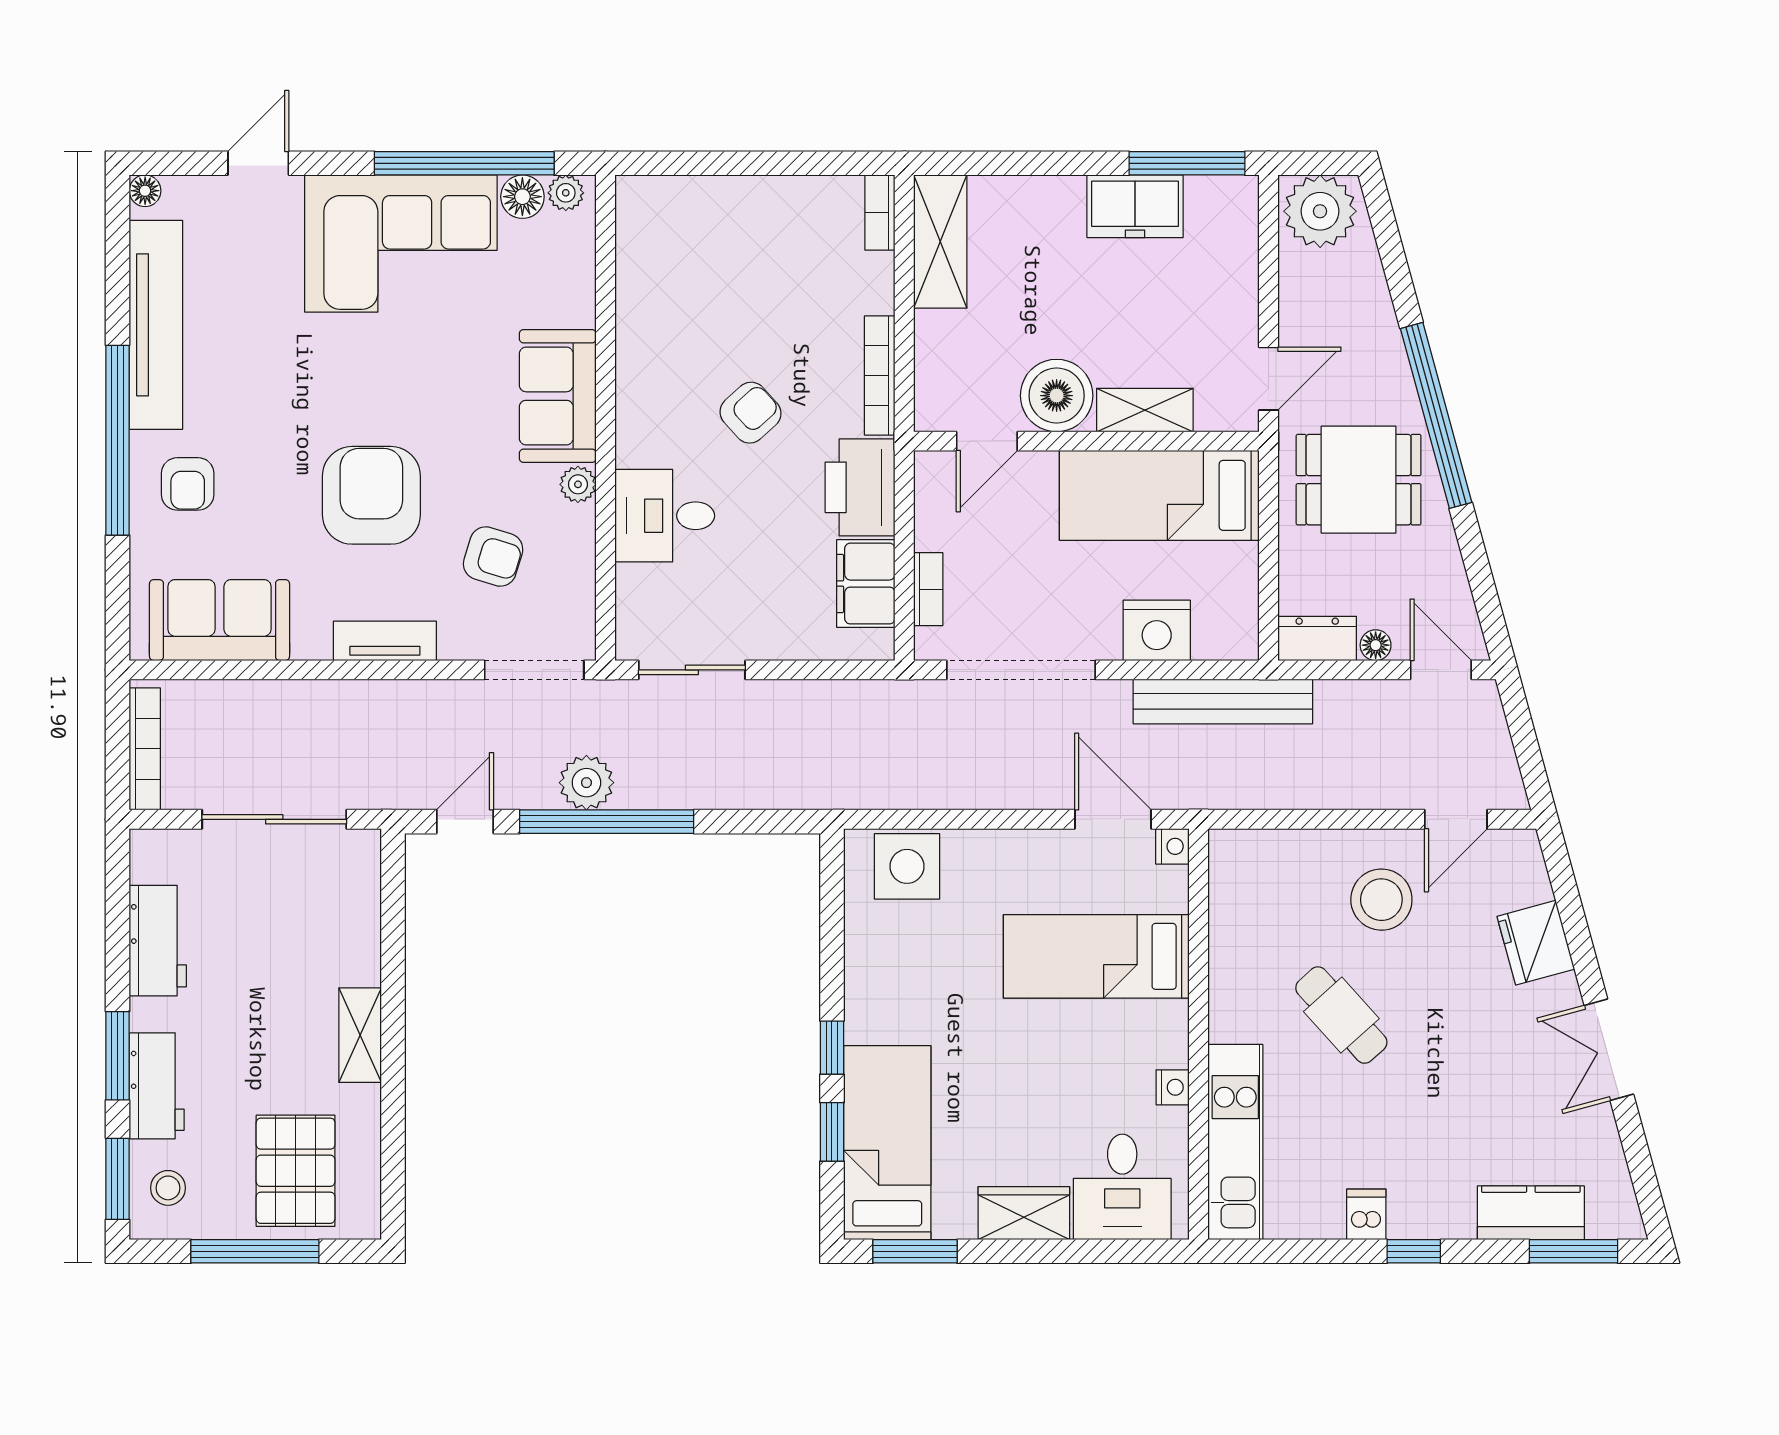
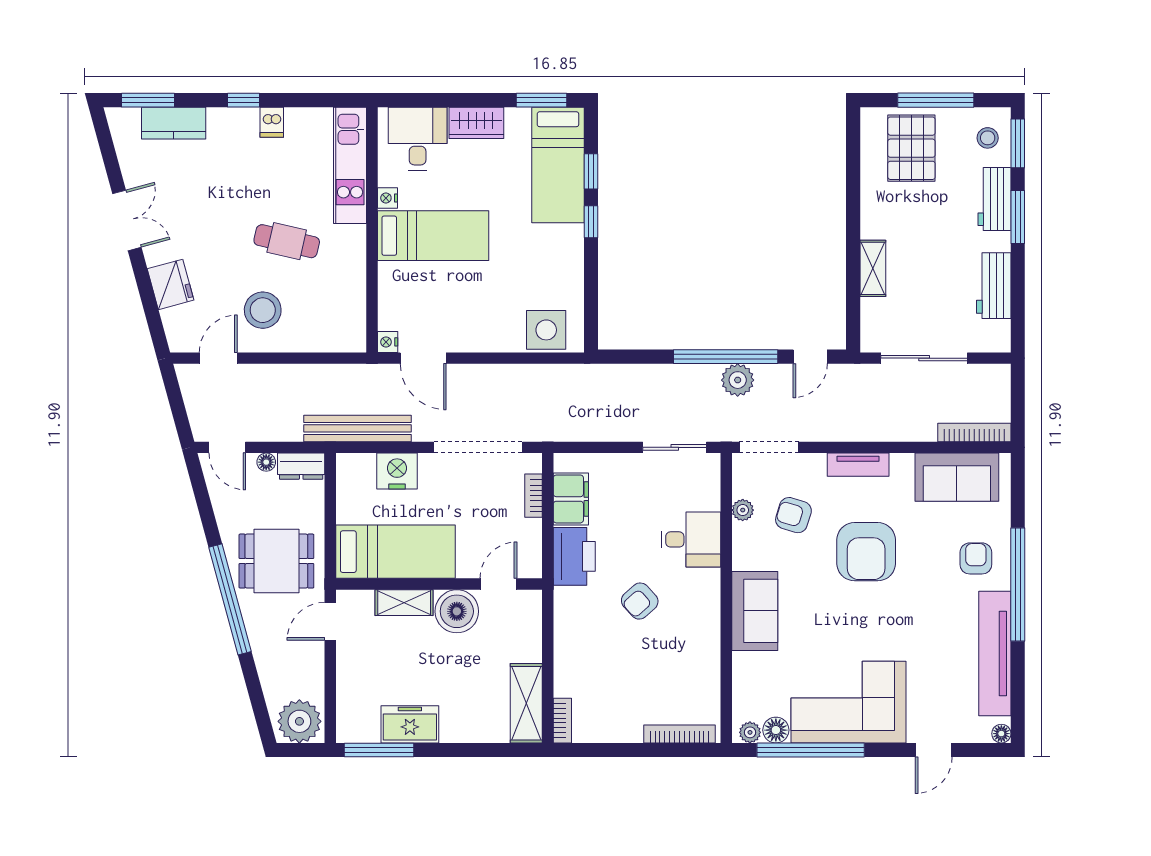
bookcase: (880, 375) -> (680, 734), moved, turned -90
plant: (578, 484) -> (743, 510), moved
bookcase: (145, 749) -> (974, 432), moved, turned 90
bed: (1096, 956) -> (433, 236), moved
cafe table: (1341, 1015) -> (287, 241), turned -35
shelving: (360, 1035) -> (873, 268), moved

